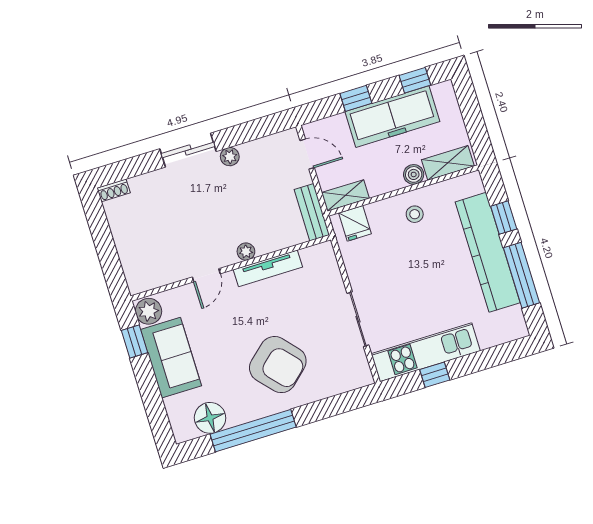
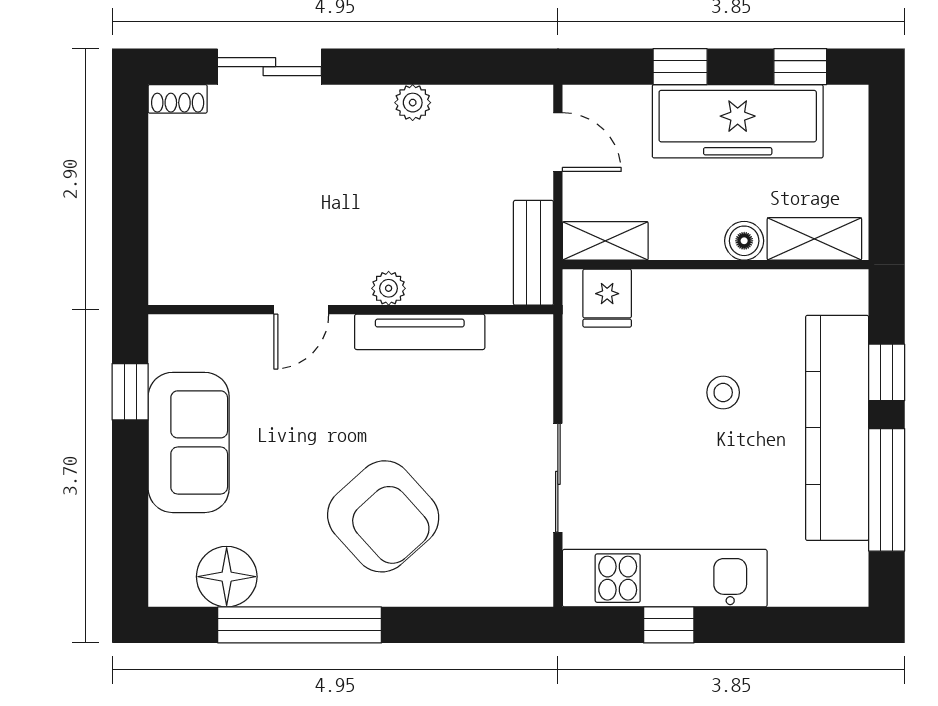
sliding door: (188, 150) -> (269, 67), moved
stool: (415, 214) -> (723, 392), moved
plant: (149, 311) -> (173, 343), removed

